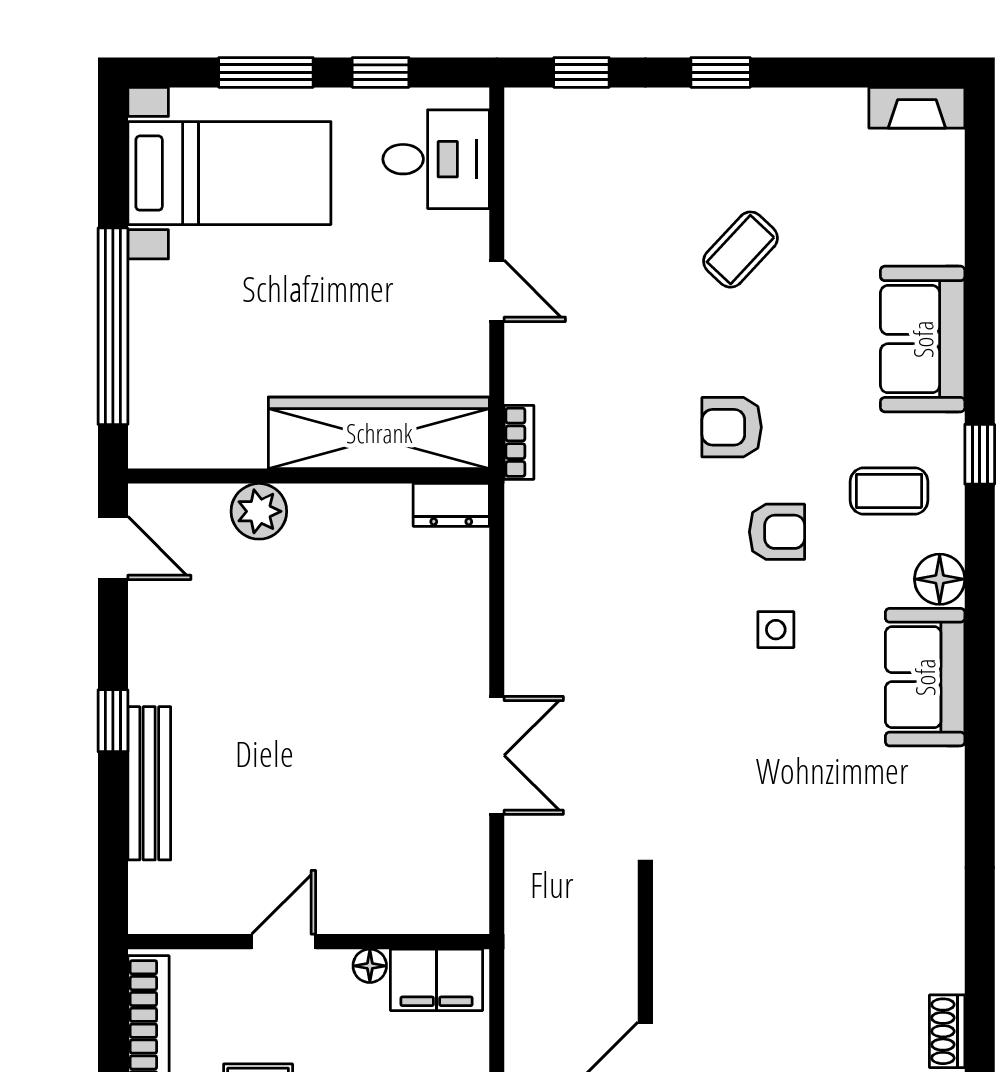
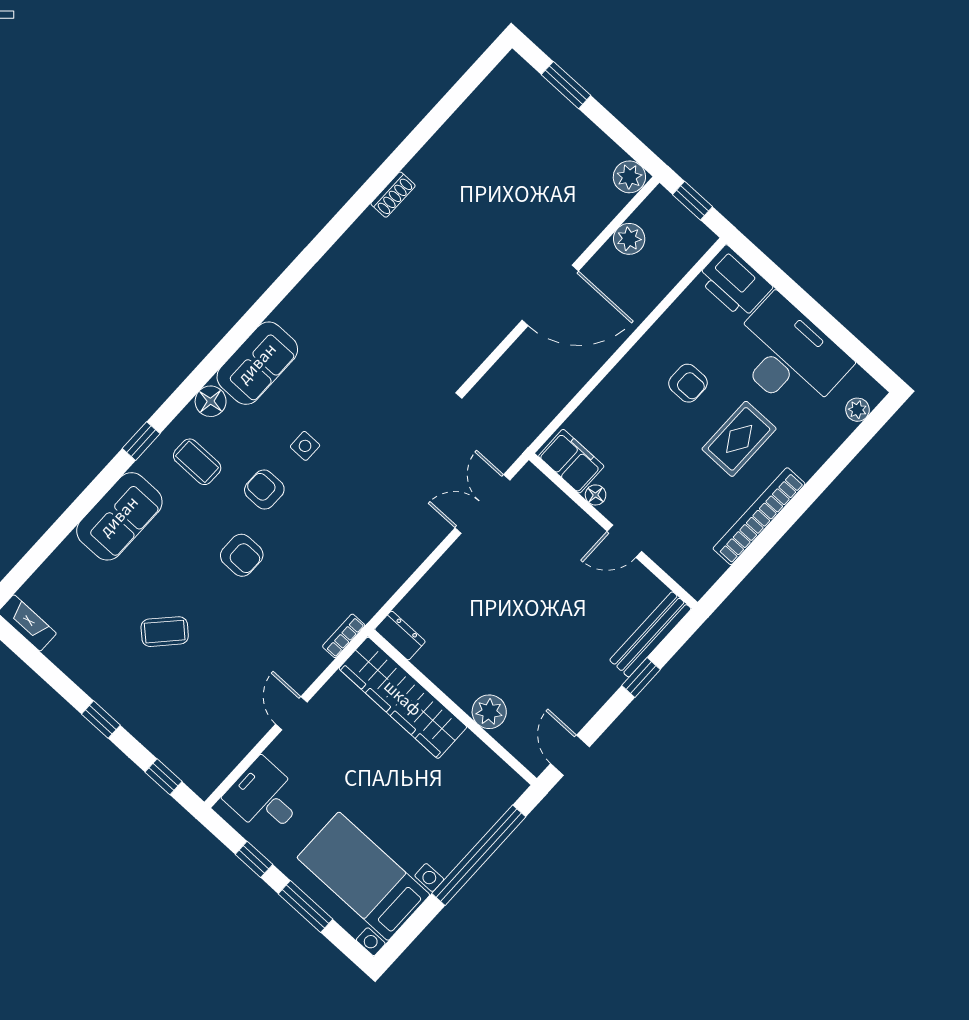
door: (284, 942) -> (624, 541), moved
wall: (309, 942) -> (613, 531), moved
floor lamp: (370, 966) -> (596, 495), moved
filing cabinet: (437, 980) -> (571, 461), moved

